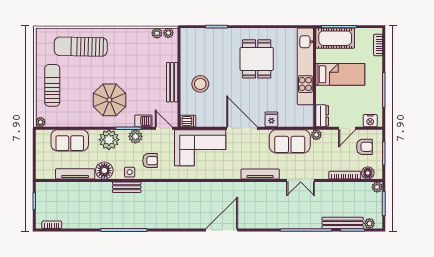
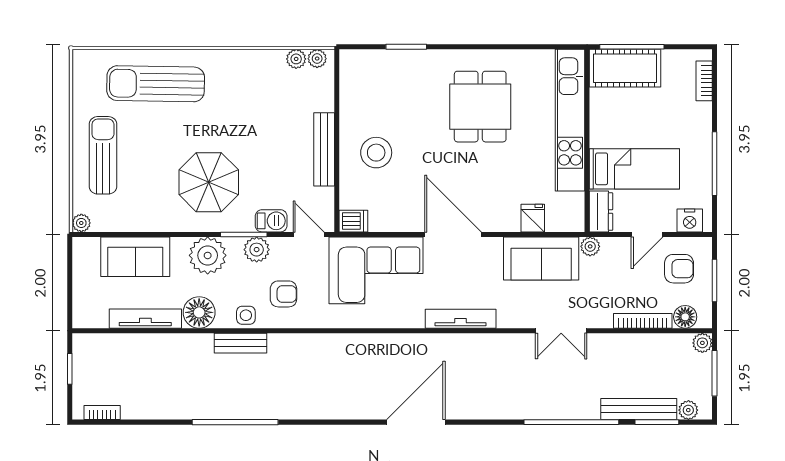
bed: (340, 74) -> (634, 169), moved
fridge: (271, 119) -> (533, 218), moved
tv unit: (260, 174) -> (461, 319), moved

